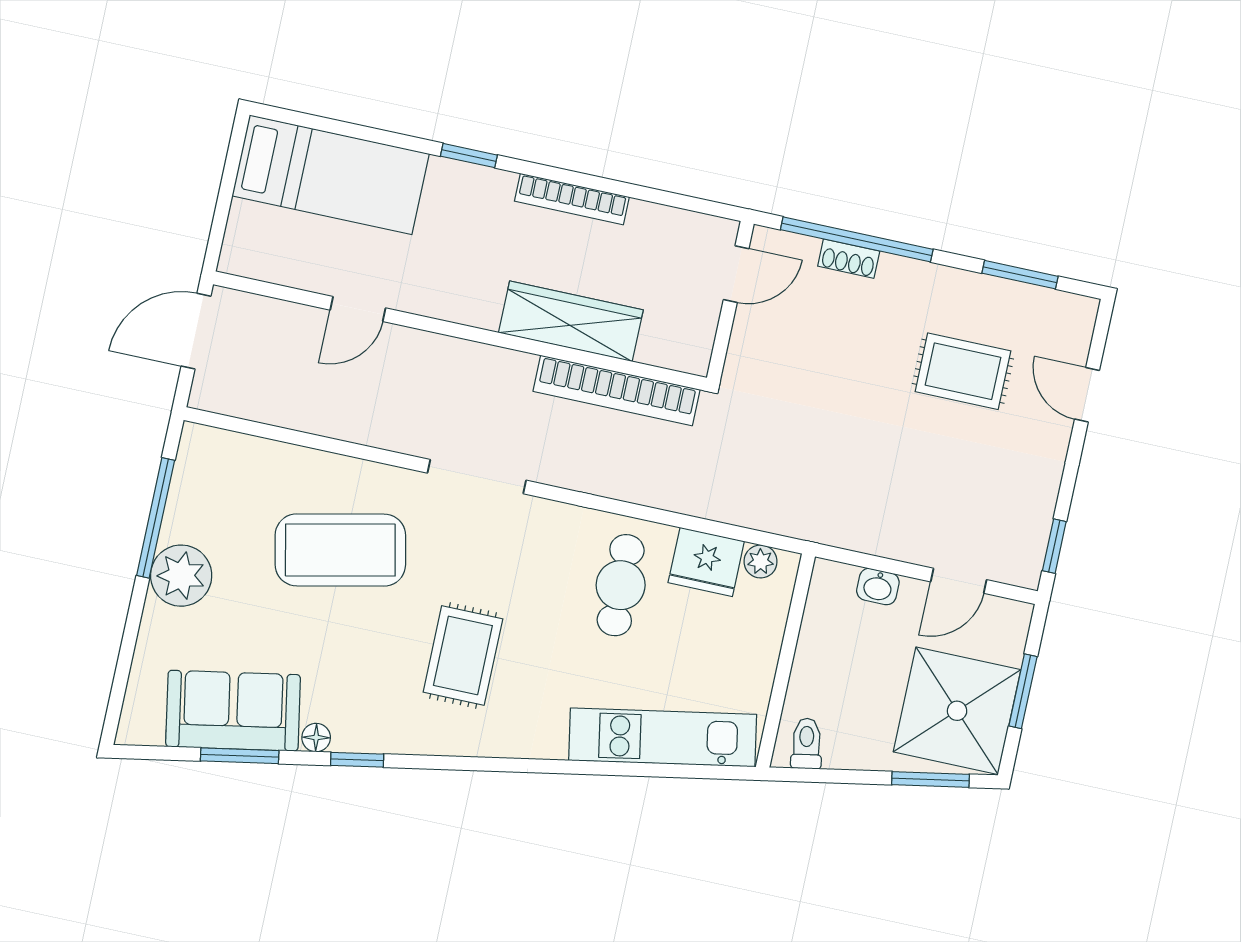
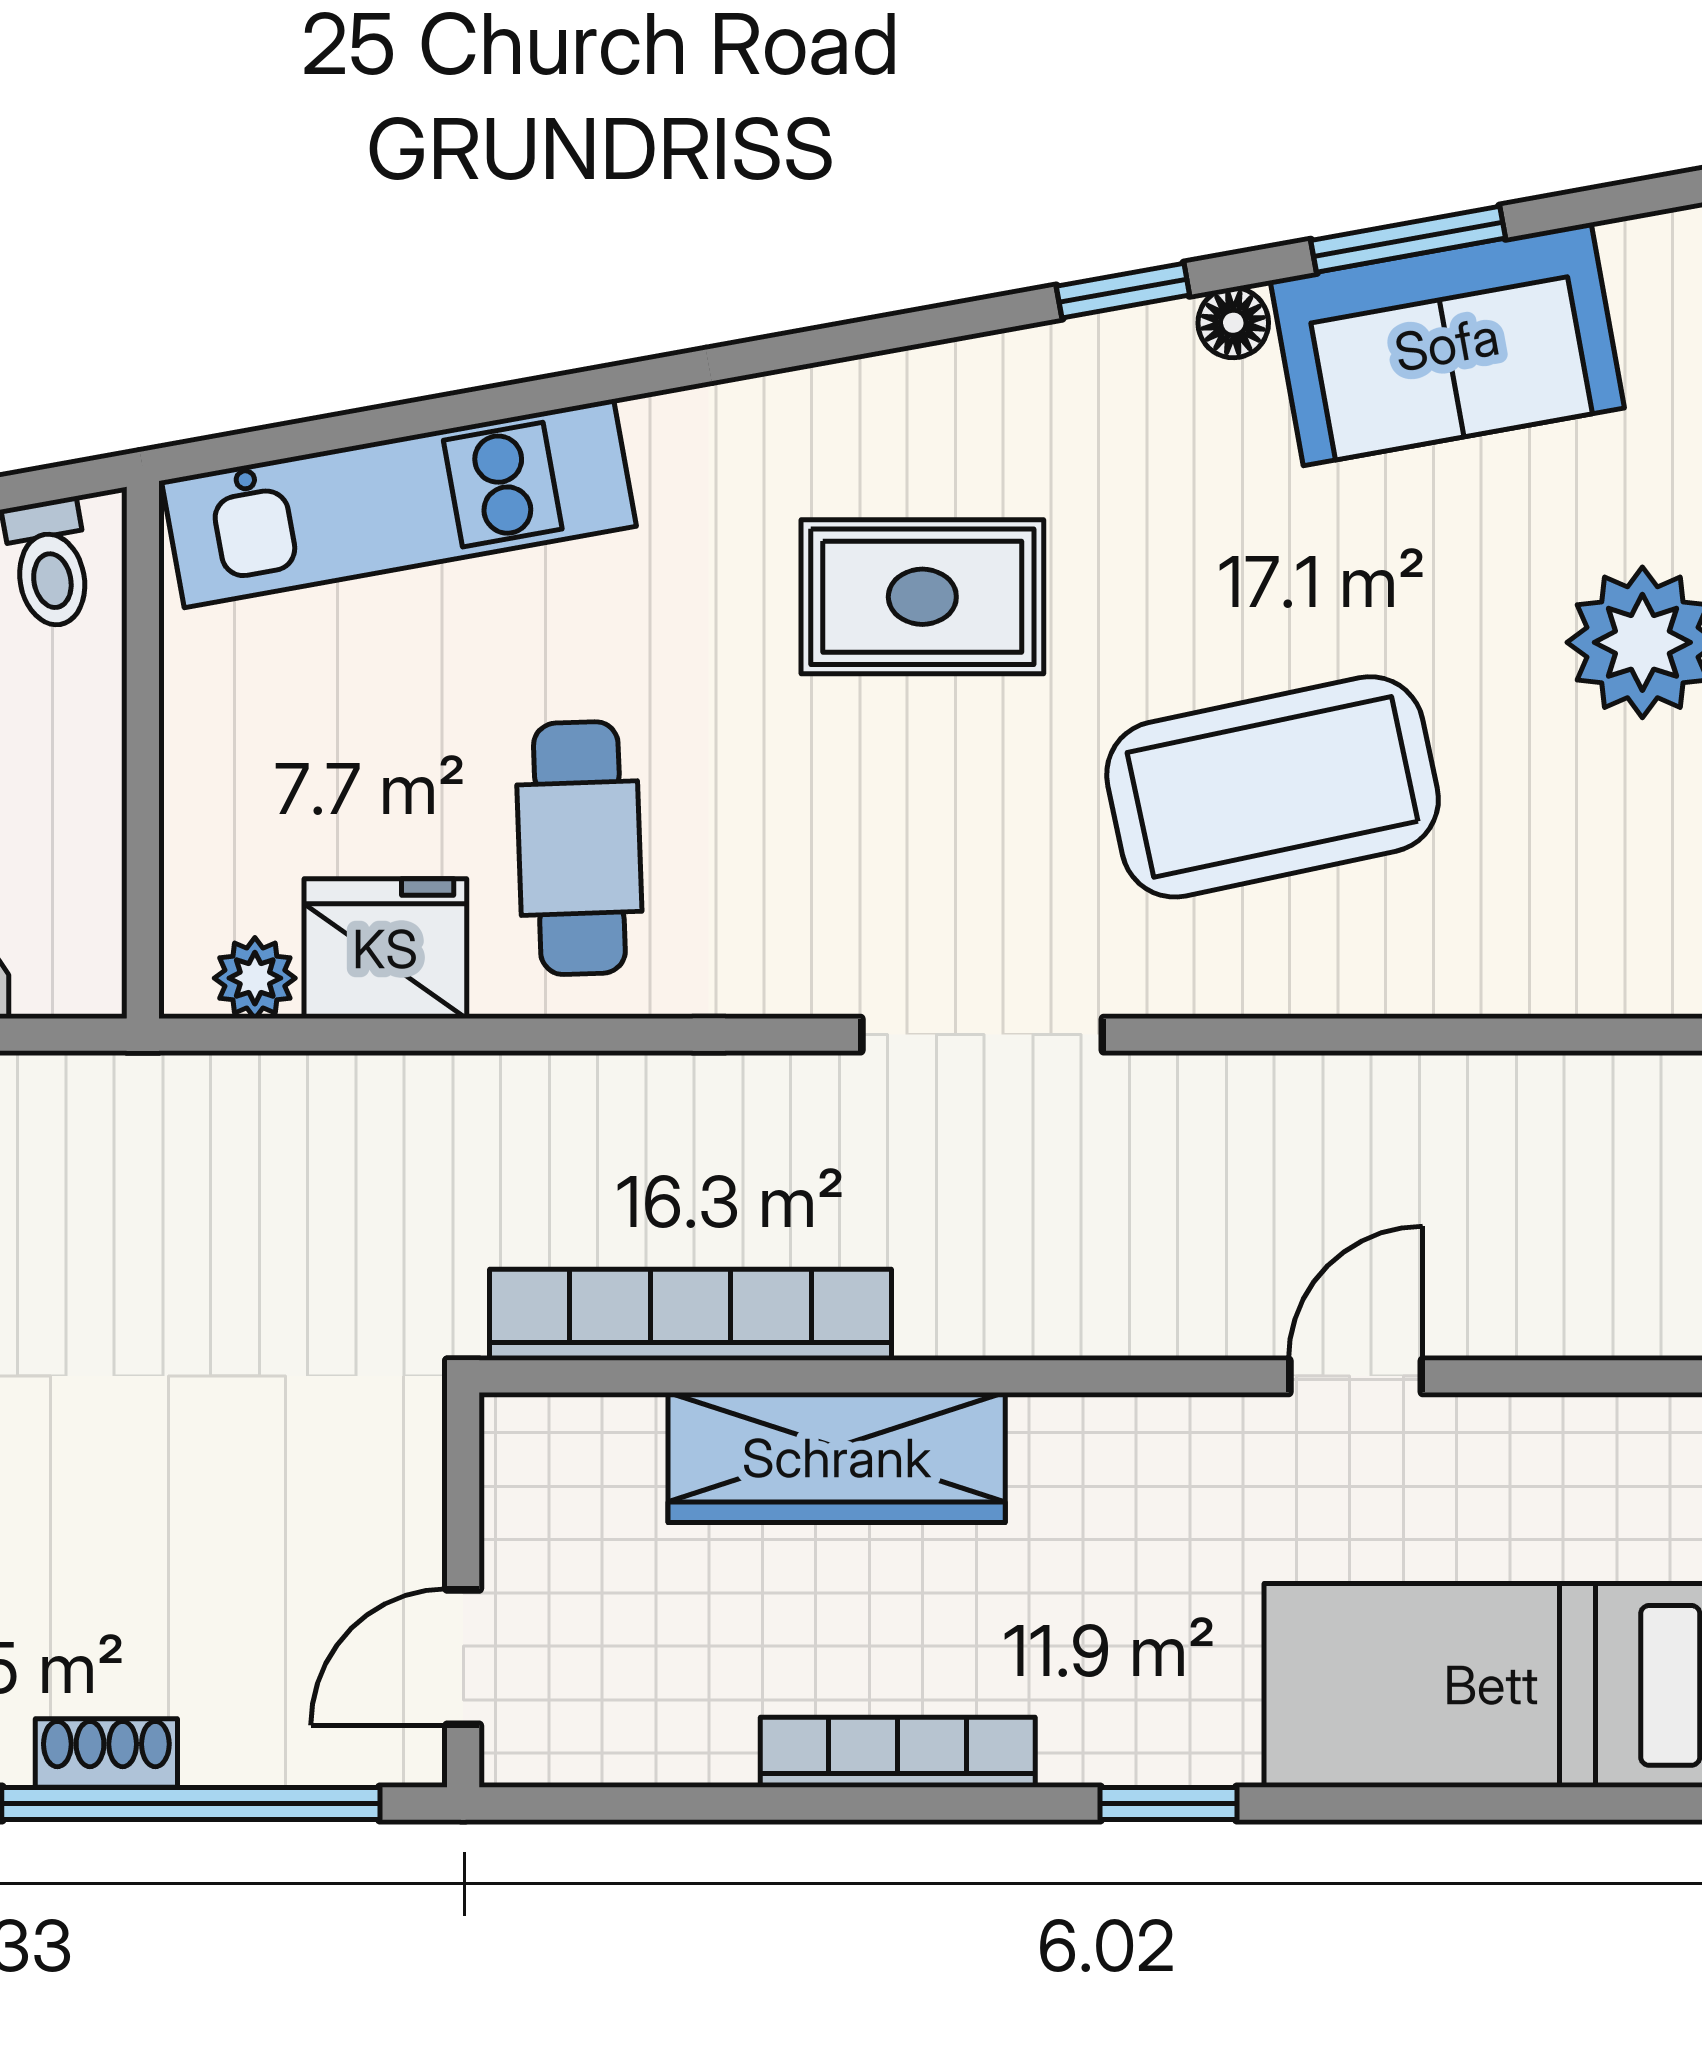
shoe rack: (849, 259) -> (106, 1753), moved
rug: (463, 655) -> (922, 597), turned 90

